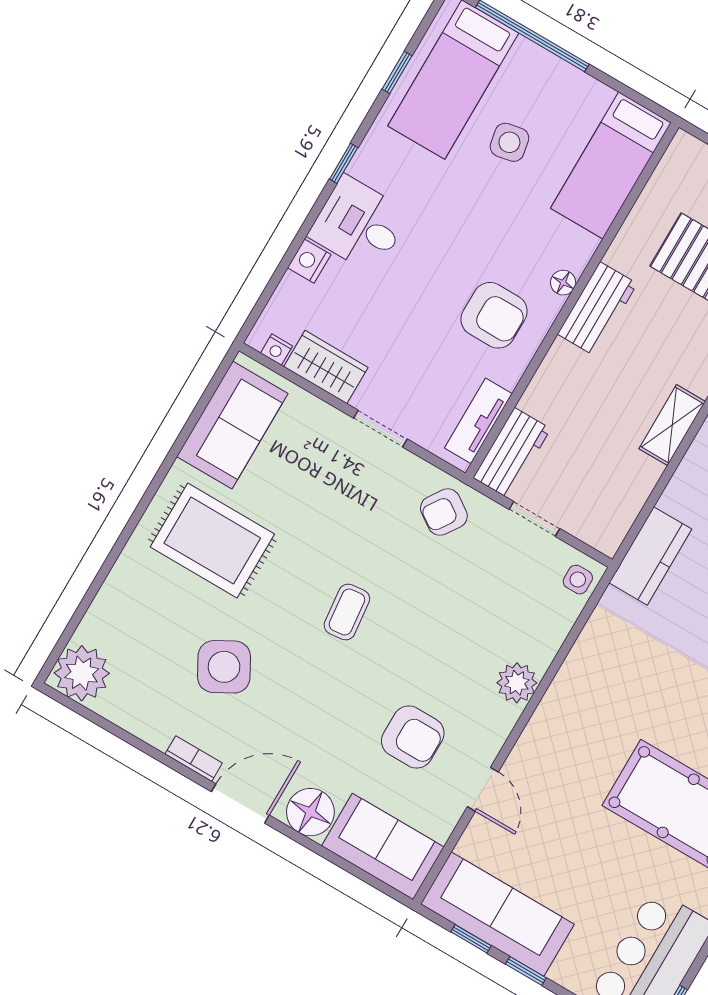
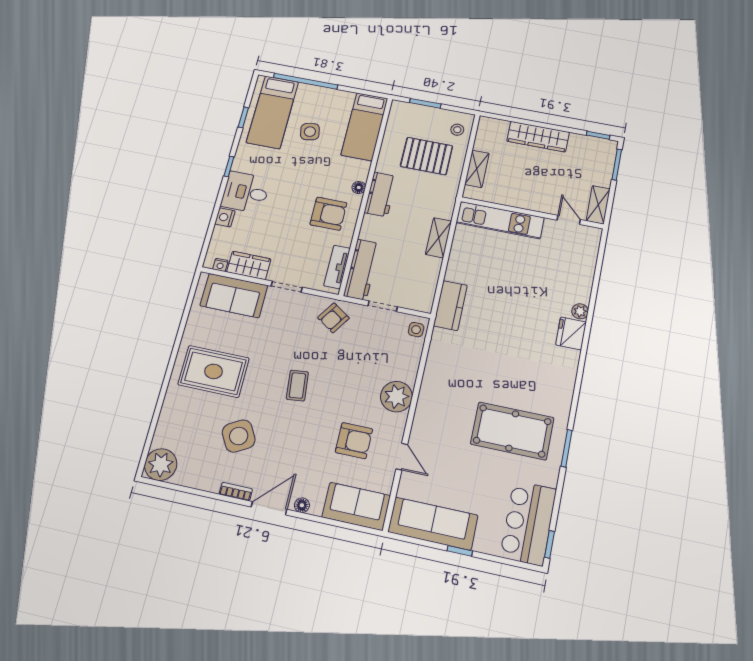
sofa: (232, 425) -> (234, 296), moved, turned 90
workbench: (512, 453) -> (362, 270), width x1.38
plant: (517, 683) -> (396, 397), width x1.36, depth x1.36
floor lamp: (310, 812) -> (302, 505), width x0.53, depth x0.53
window: (471, 939) -> (423, 543), removed

